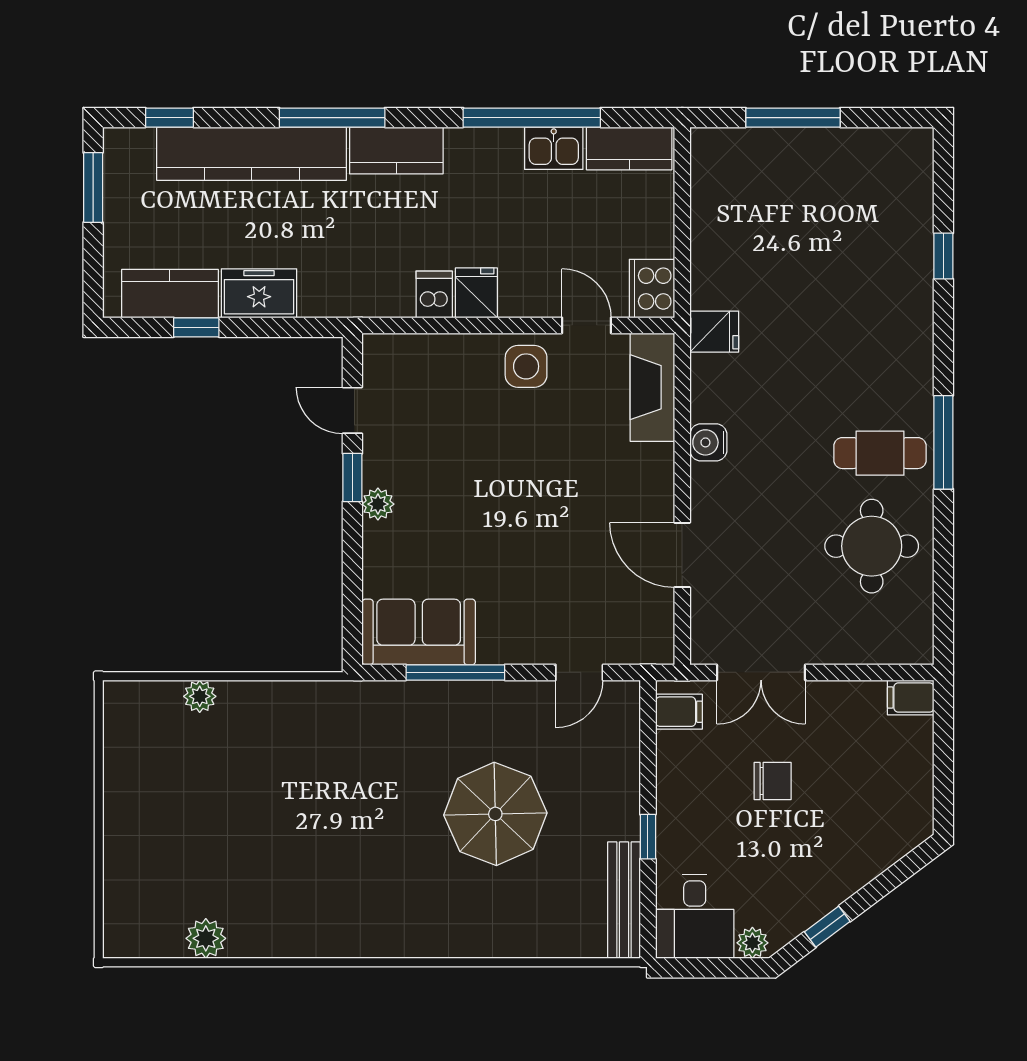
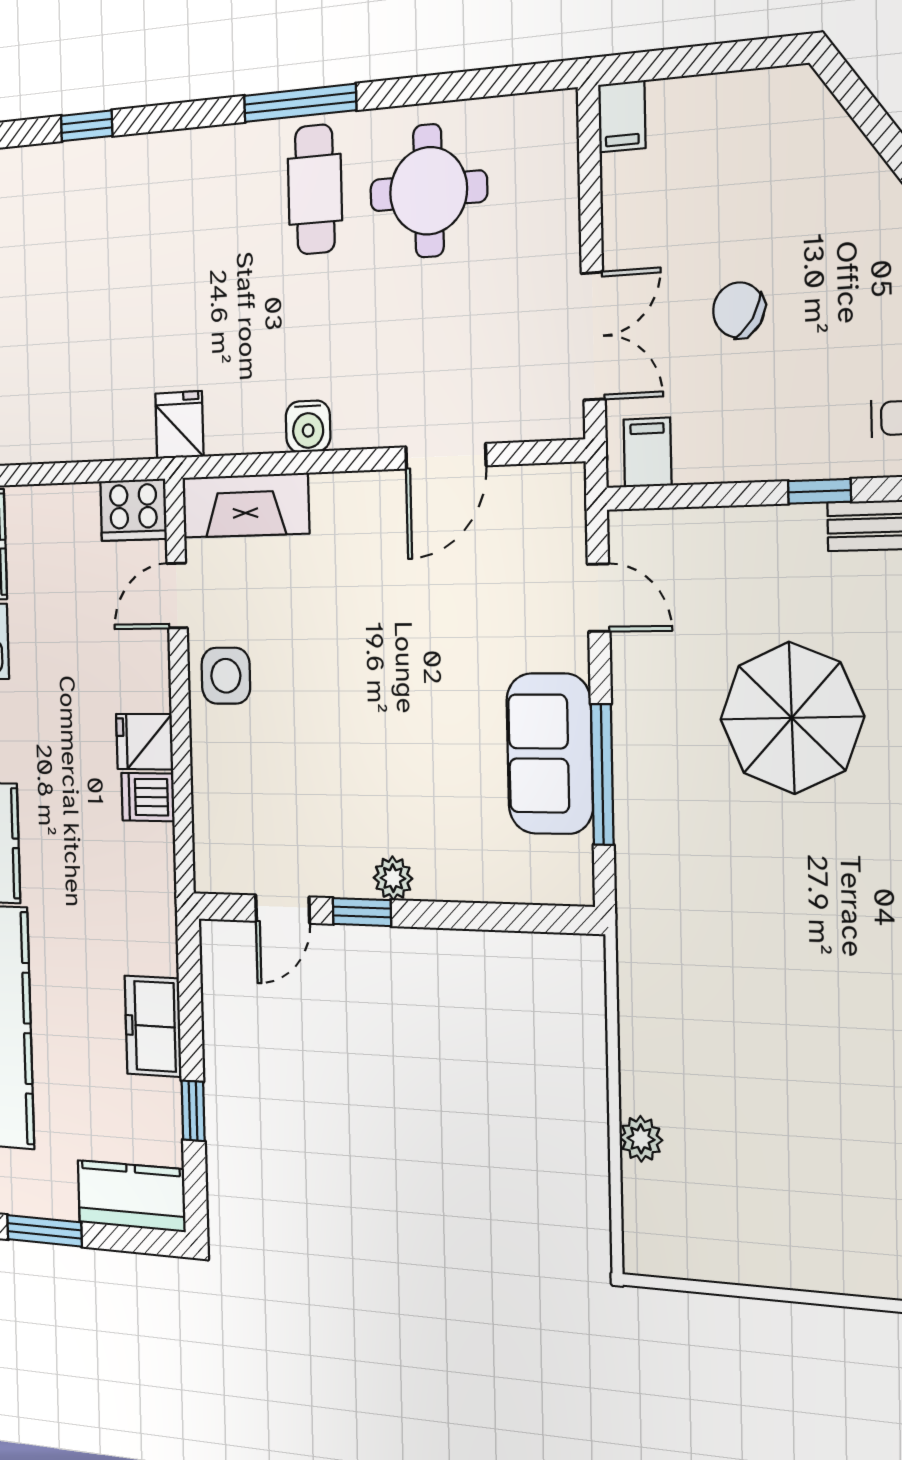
kitchen counter: (170, 294) -> (131, 1196), moved, turned 90
sofa: (419, 632) -> (550, 754), moved
chair: (773, 781) -> (739, 310), turned -57

